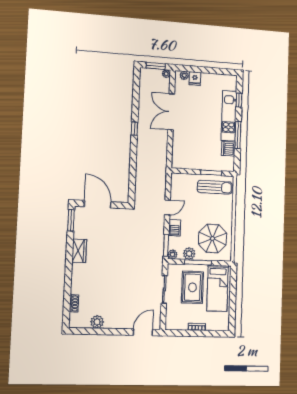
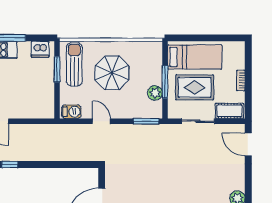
dishwasher: (228, 149) -> (40, 49), moved
barbecue: (175, 228) -> (71, 112), moved
parasol: (213, 239) -> (112, 73), moved
plant: (173, 254) -> (157, 113), removed
cot: (172, 317) -> (230, 111), added

